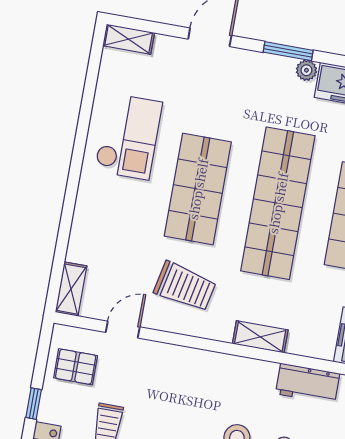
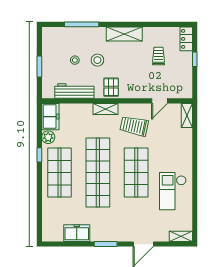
plant: (306, 70) -> (96, 237), removed
shelving: (260, 337) -> (105, 109), moved
pallet: (76, 367) -> (111, 87), moved, turned 90
workbench: (308, 384) -> (74, 91), width x1.38

